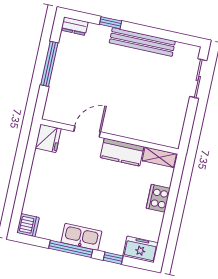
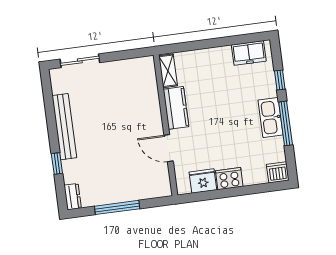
fridge: (48, 138) -> (203, 181), moved
cooker: (158, 198) -> (229, 179), moved, turned 180
freezer: (141, 249) -> (249, 53), moved, turned -90

